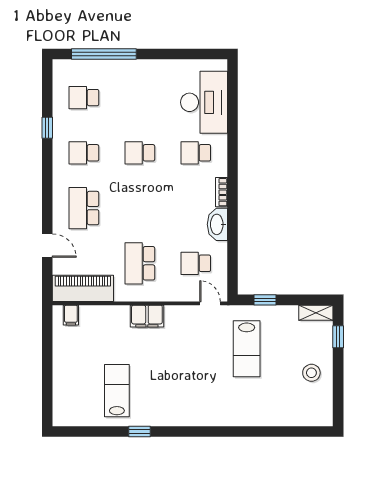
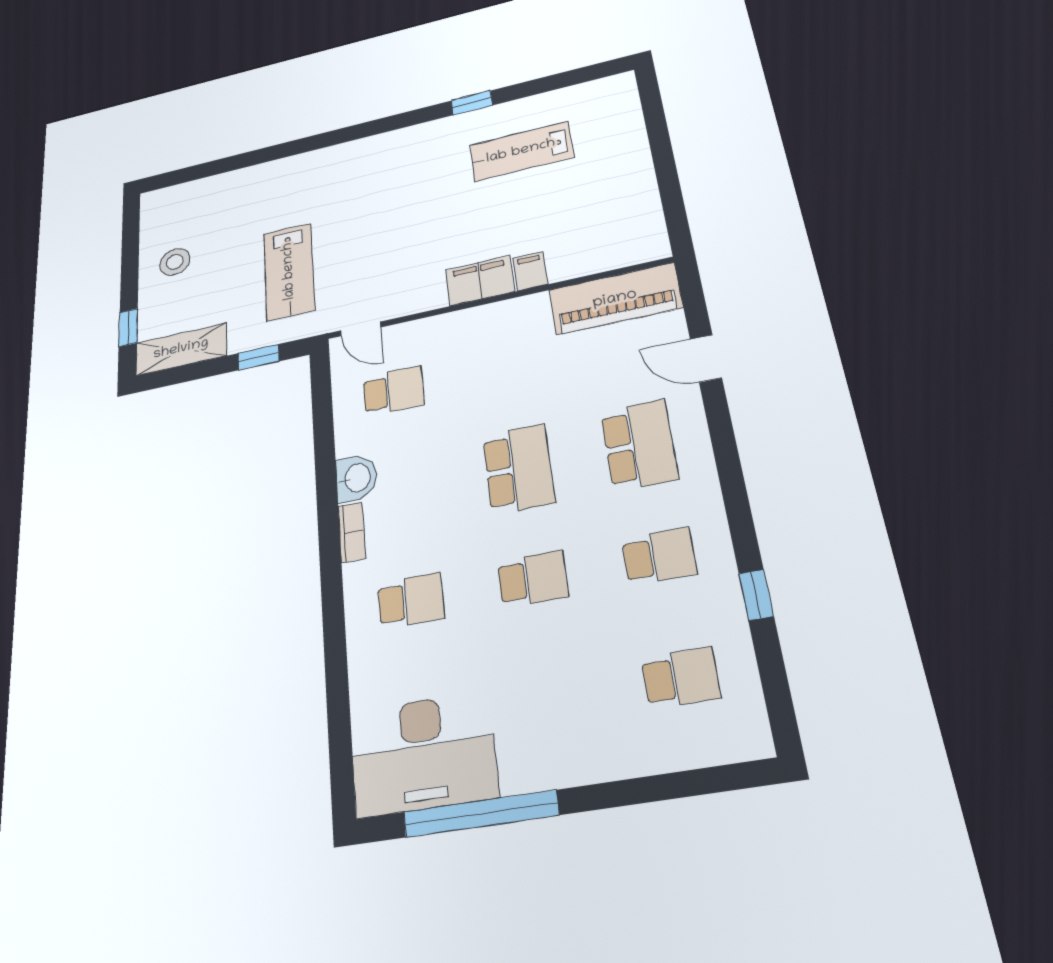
window: (104, 54) -> (481, 814), moved
desk: (204, 102) -> (423, 754), moved, turned -90
washbasin: (217, 224) -> (356, 478), width x0.72
school desk: (140, 263) -> (518, 469), moved
shelving: (316, 313) -> (181, 349), width x1.50, depth x1.33
filing cabinet: (71, 315) -> (530, 271), moved
lab bench: (247, 349) -> (289, 271), turned 180
lab bench: (117, 391) -> (521, 151), turned 90

